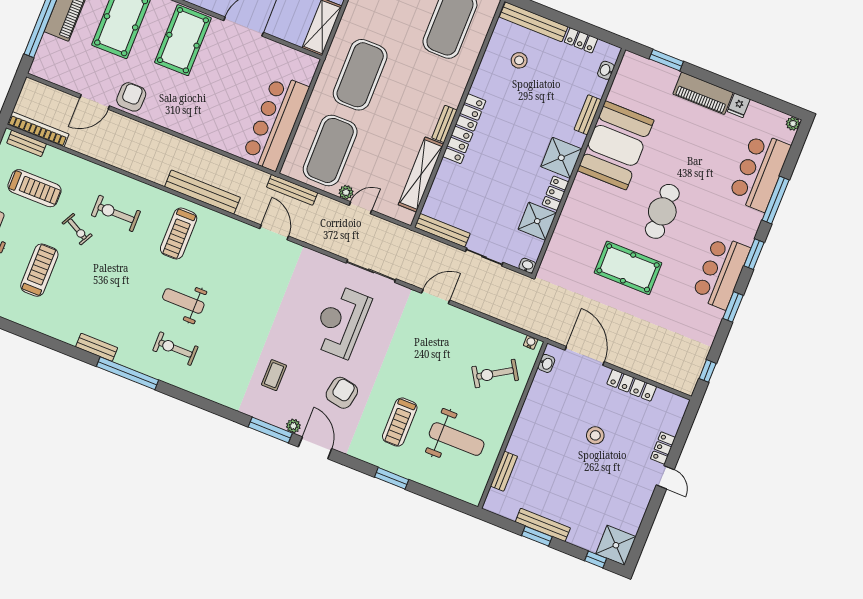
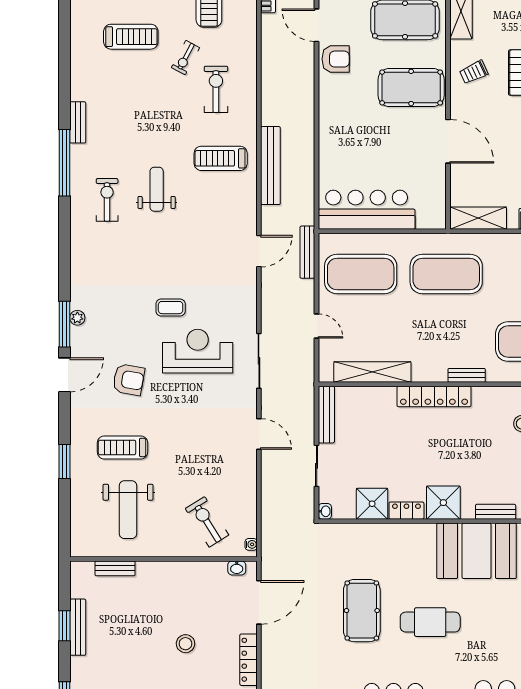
bench: (444, 124) -> (467, 375), moved
plant: (346, 192) -> (326, 306), removed
coffee table: (274, 375) -> (171, 308), moved
plant: (293, 426) -> (77, 318), moved

